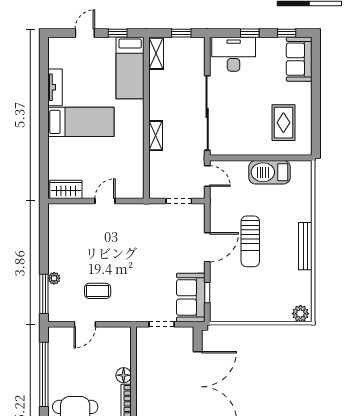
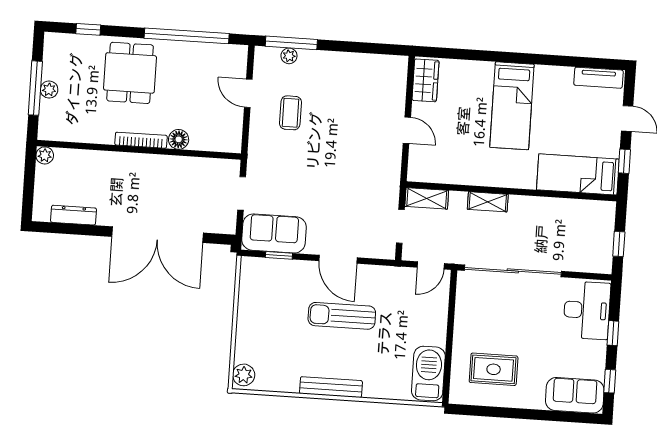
shelving: (156, 53) -> (427, 198), moved
tv unit: (55, 87) -> (599, 78), moved
barbecue: (269, 172) -> (428, 374), moved
plant: (54, 278) -> (289, 56), moved

